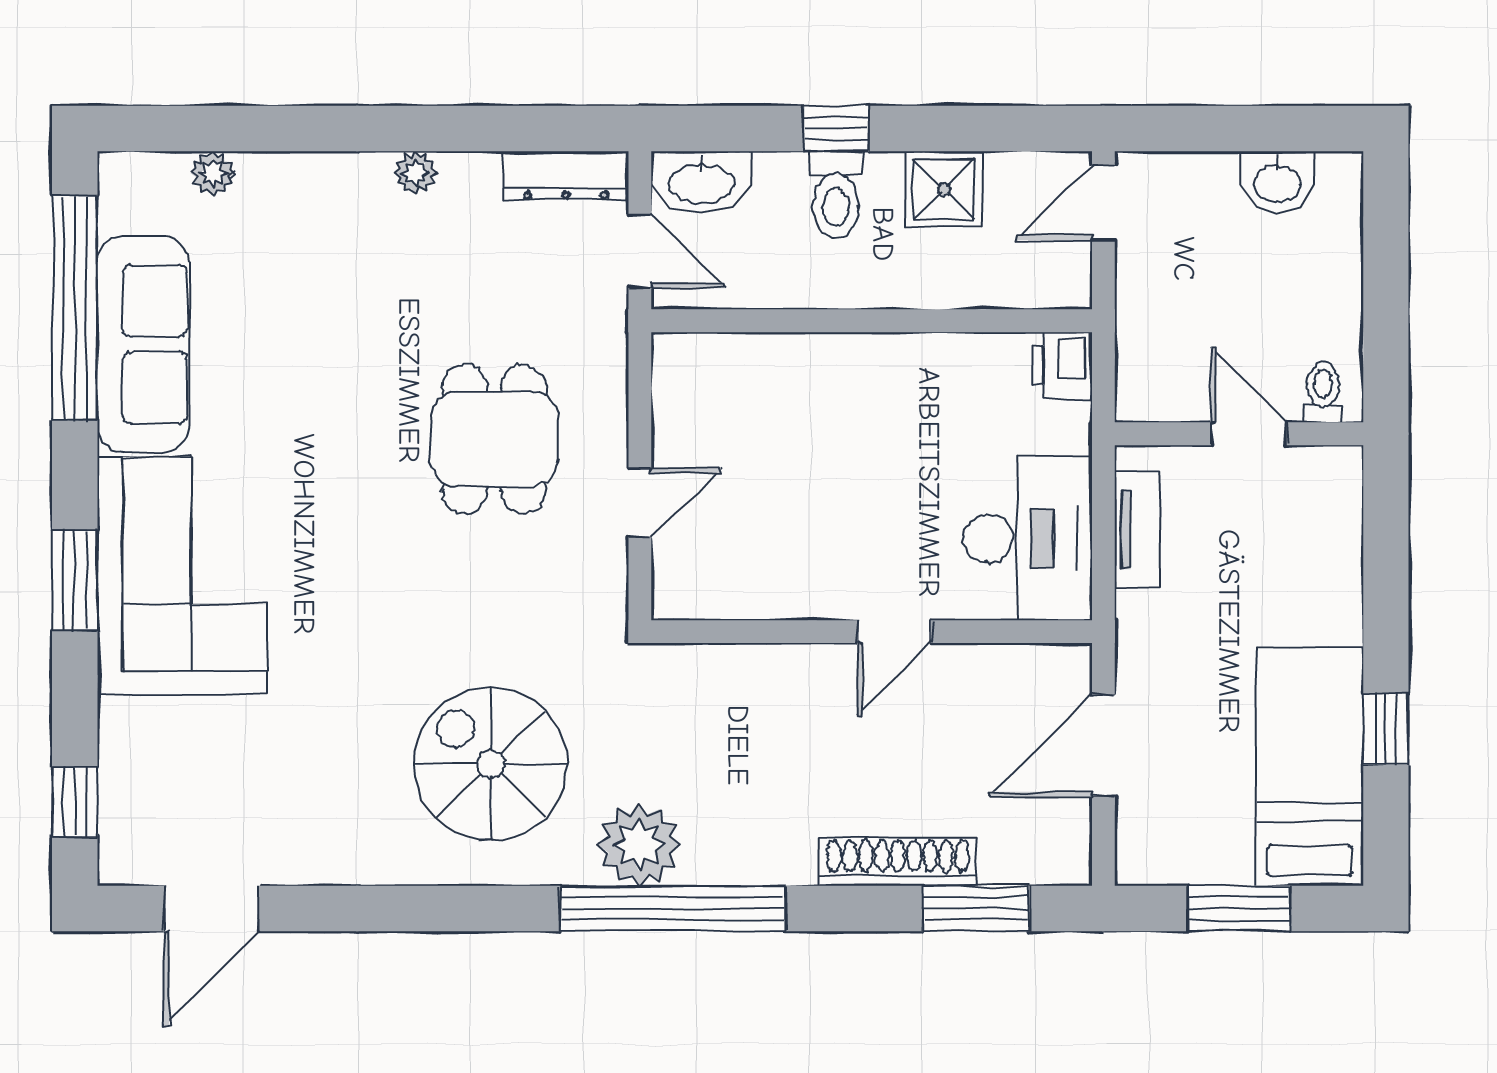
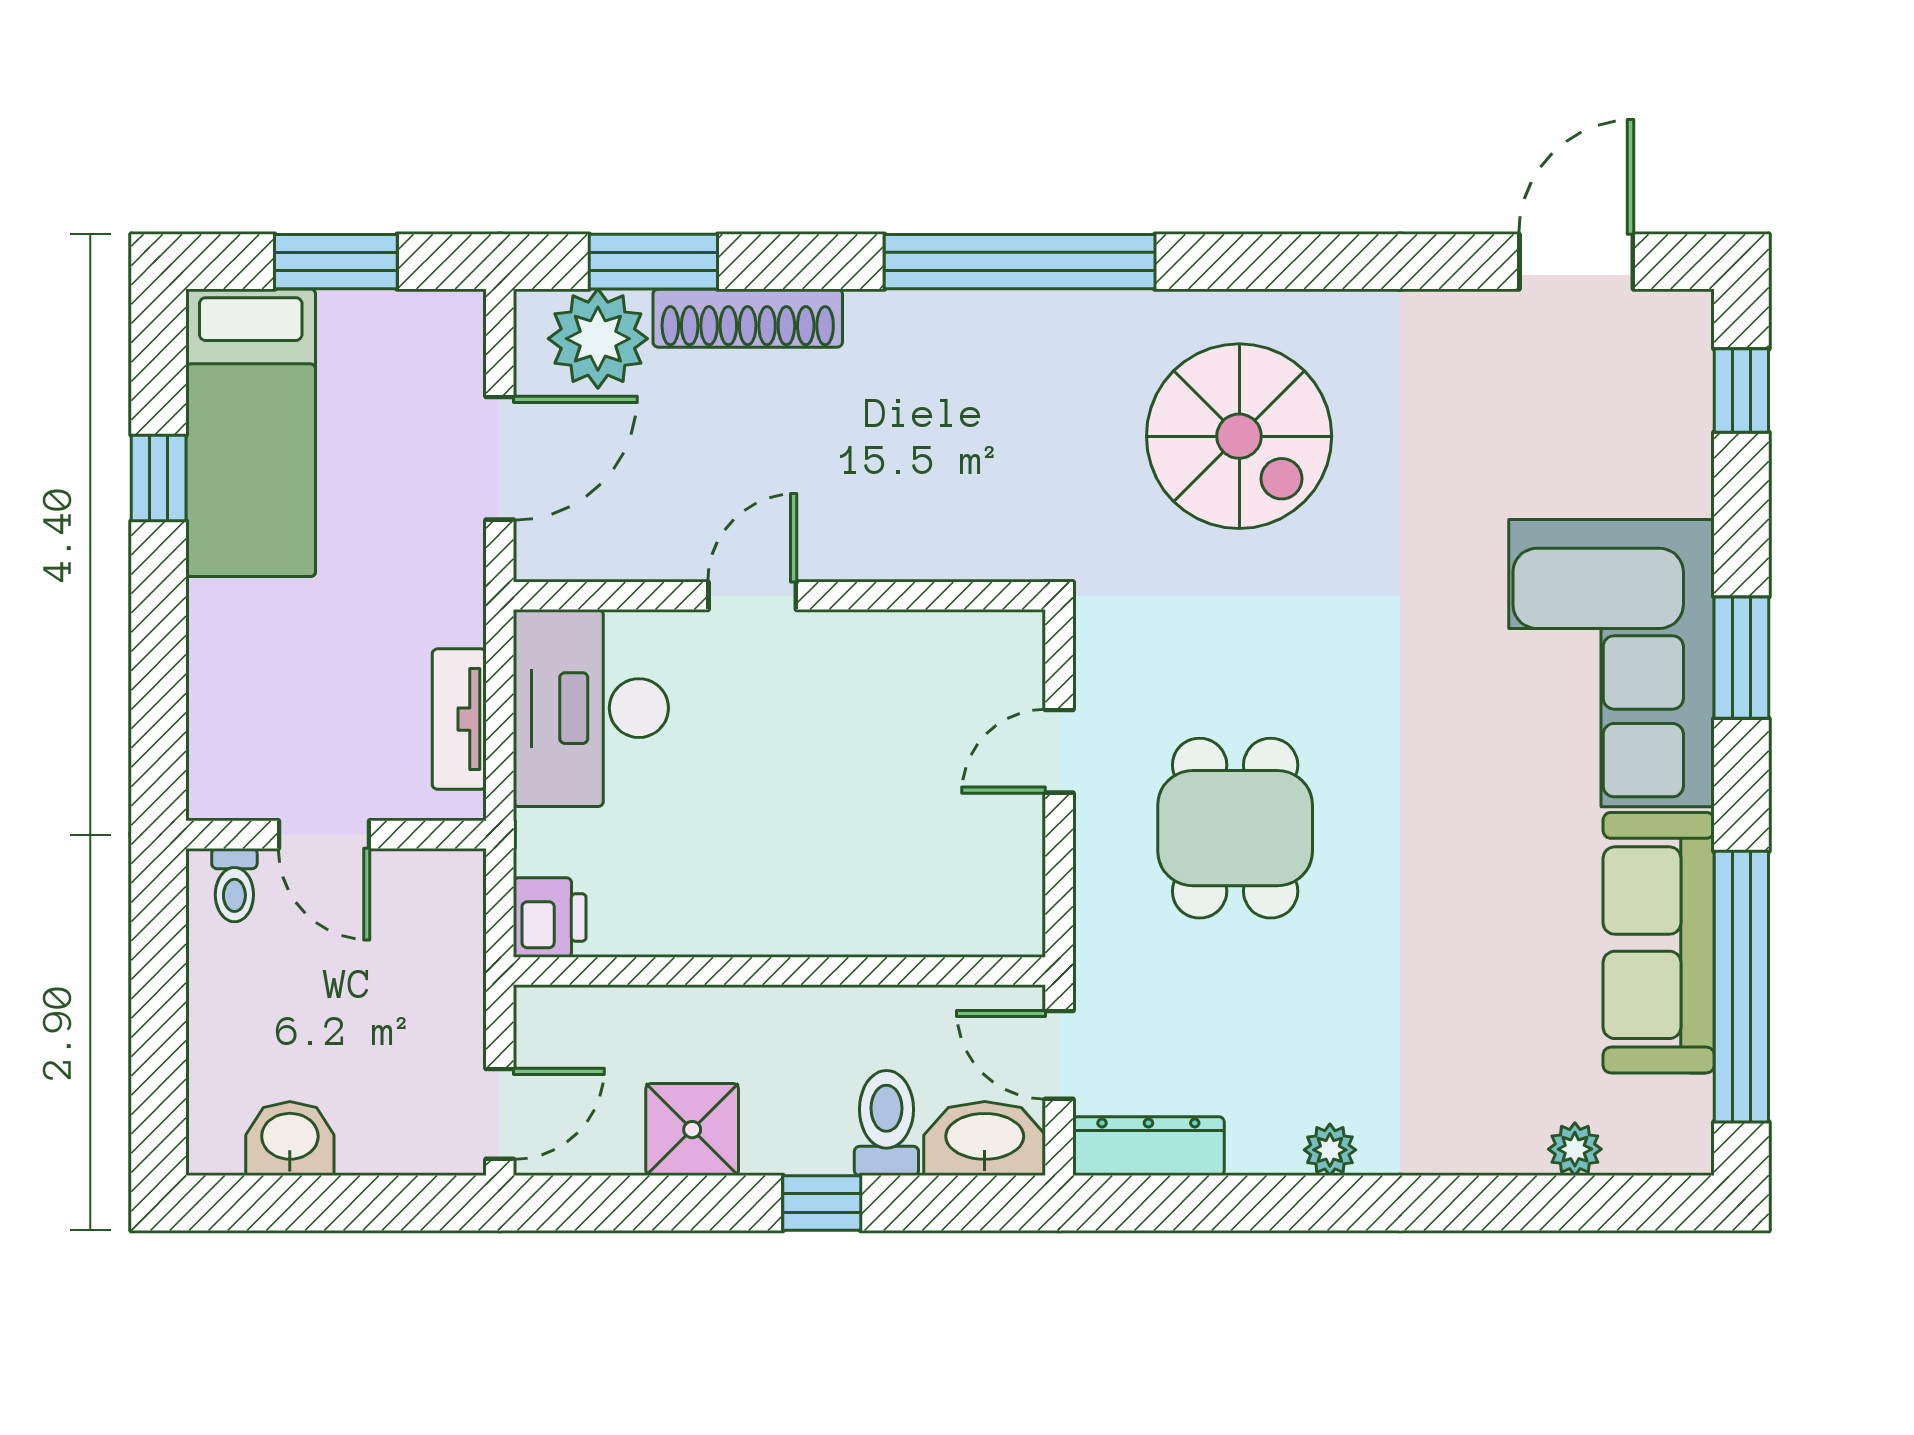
toilet: (836, 195) -> (886, 1123), moved
plant: (639, 845) -> (598, 339), moved

